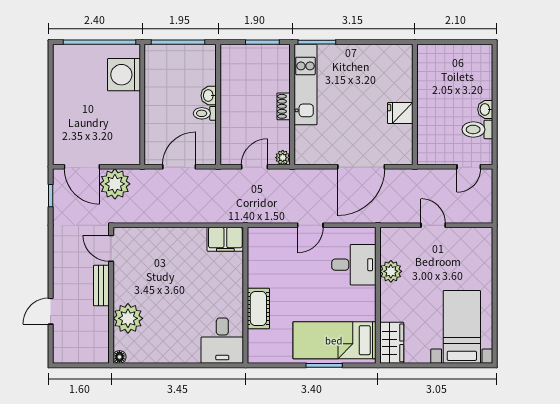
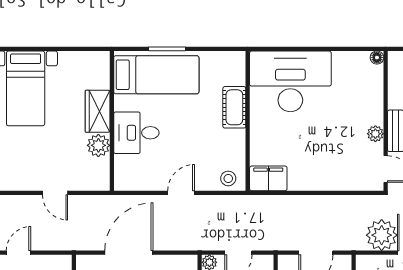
stool: (264, 239) -> (228, 178), added
desk: (354, 265) -> (136, 133), moved
plant: (128, 318) -> (375, 134), moved, width x0.53, depth x0.53
desk: (222, 341) -> (290, 81), width x1.87, depth x1.30
wardrobe: (392, 343) -> (98, 111), moved

